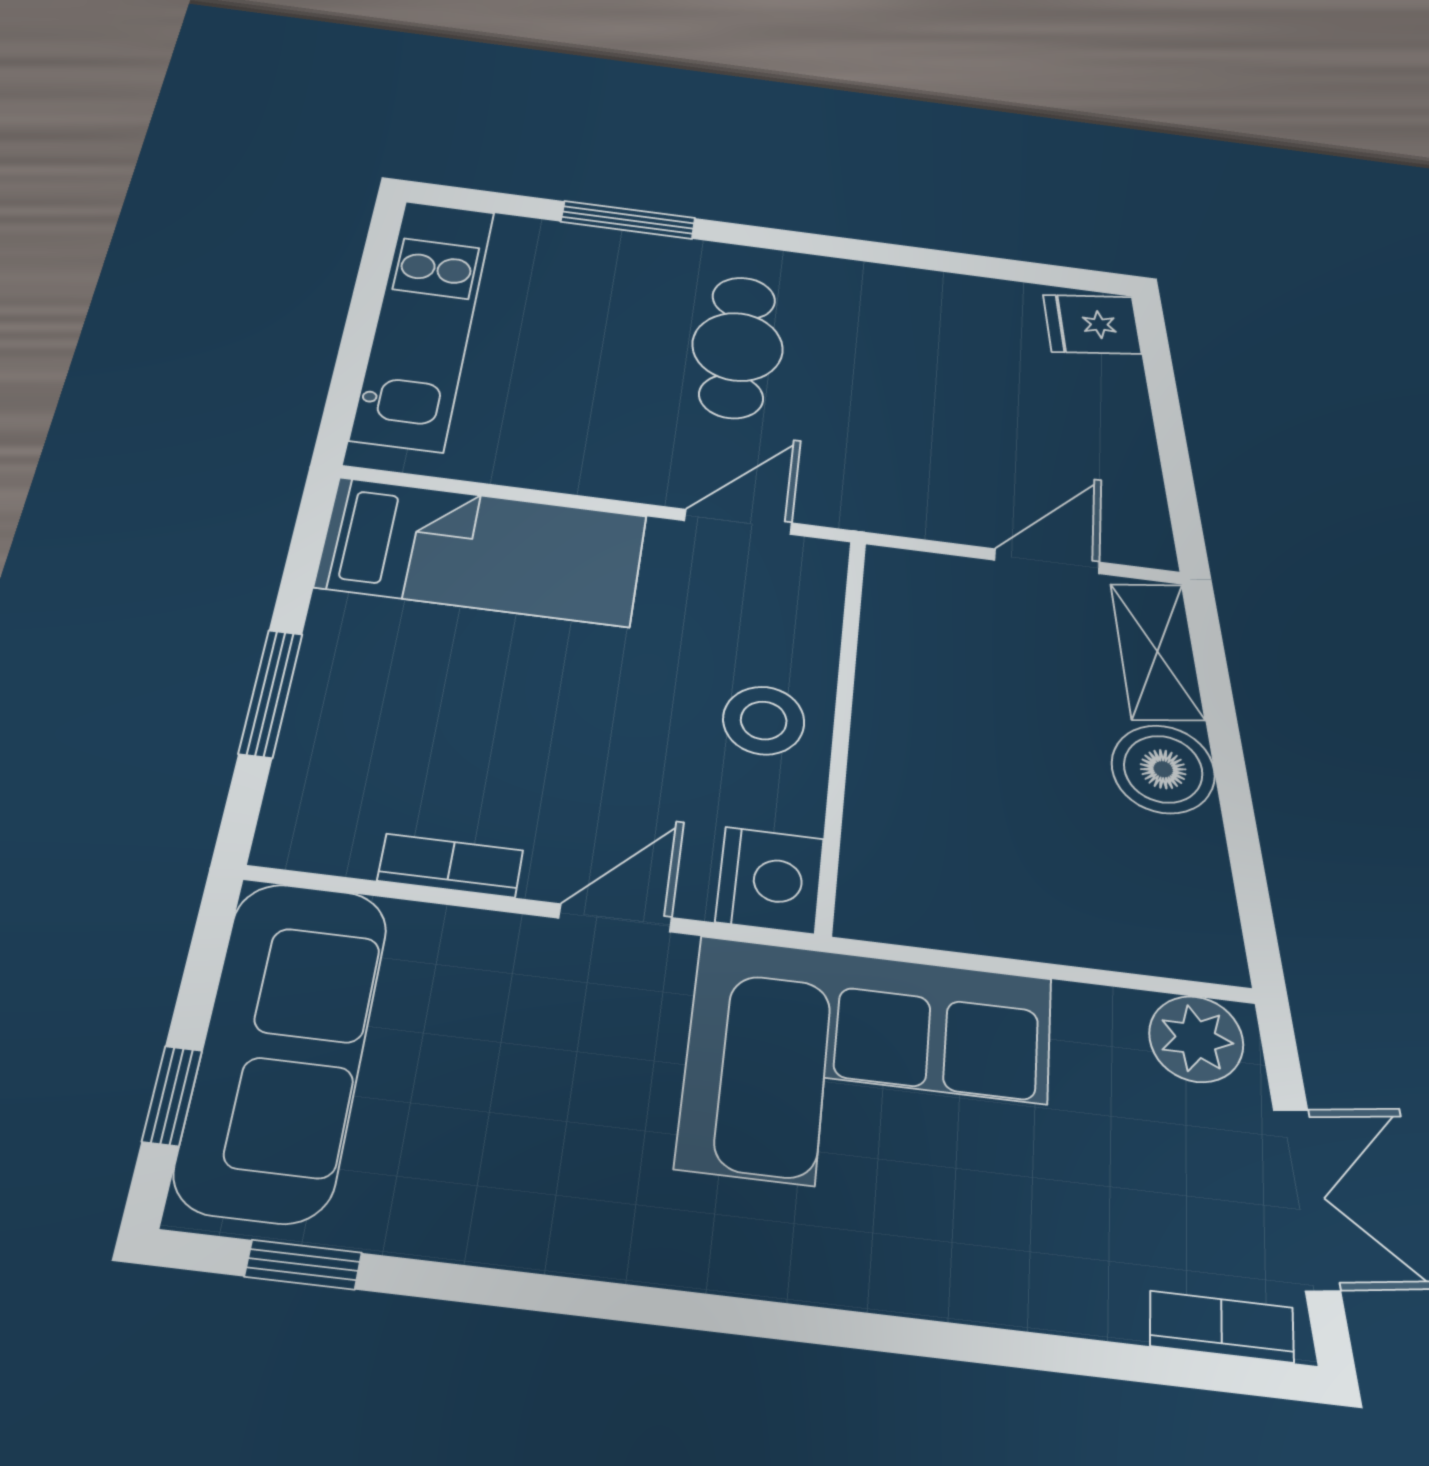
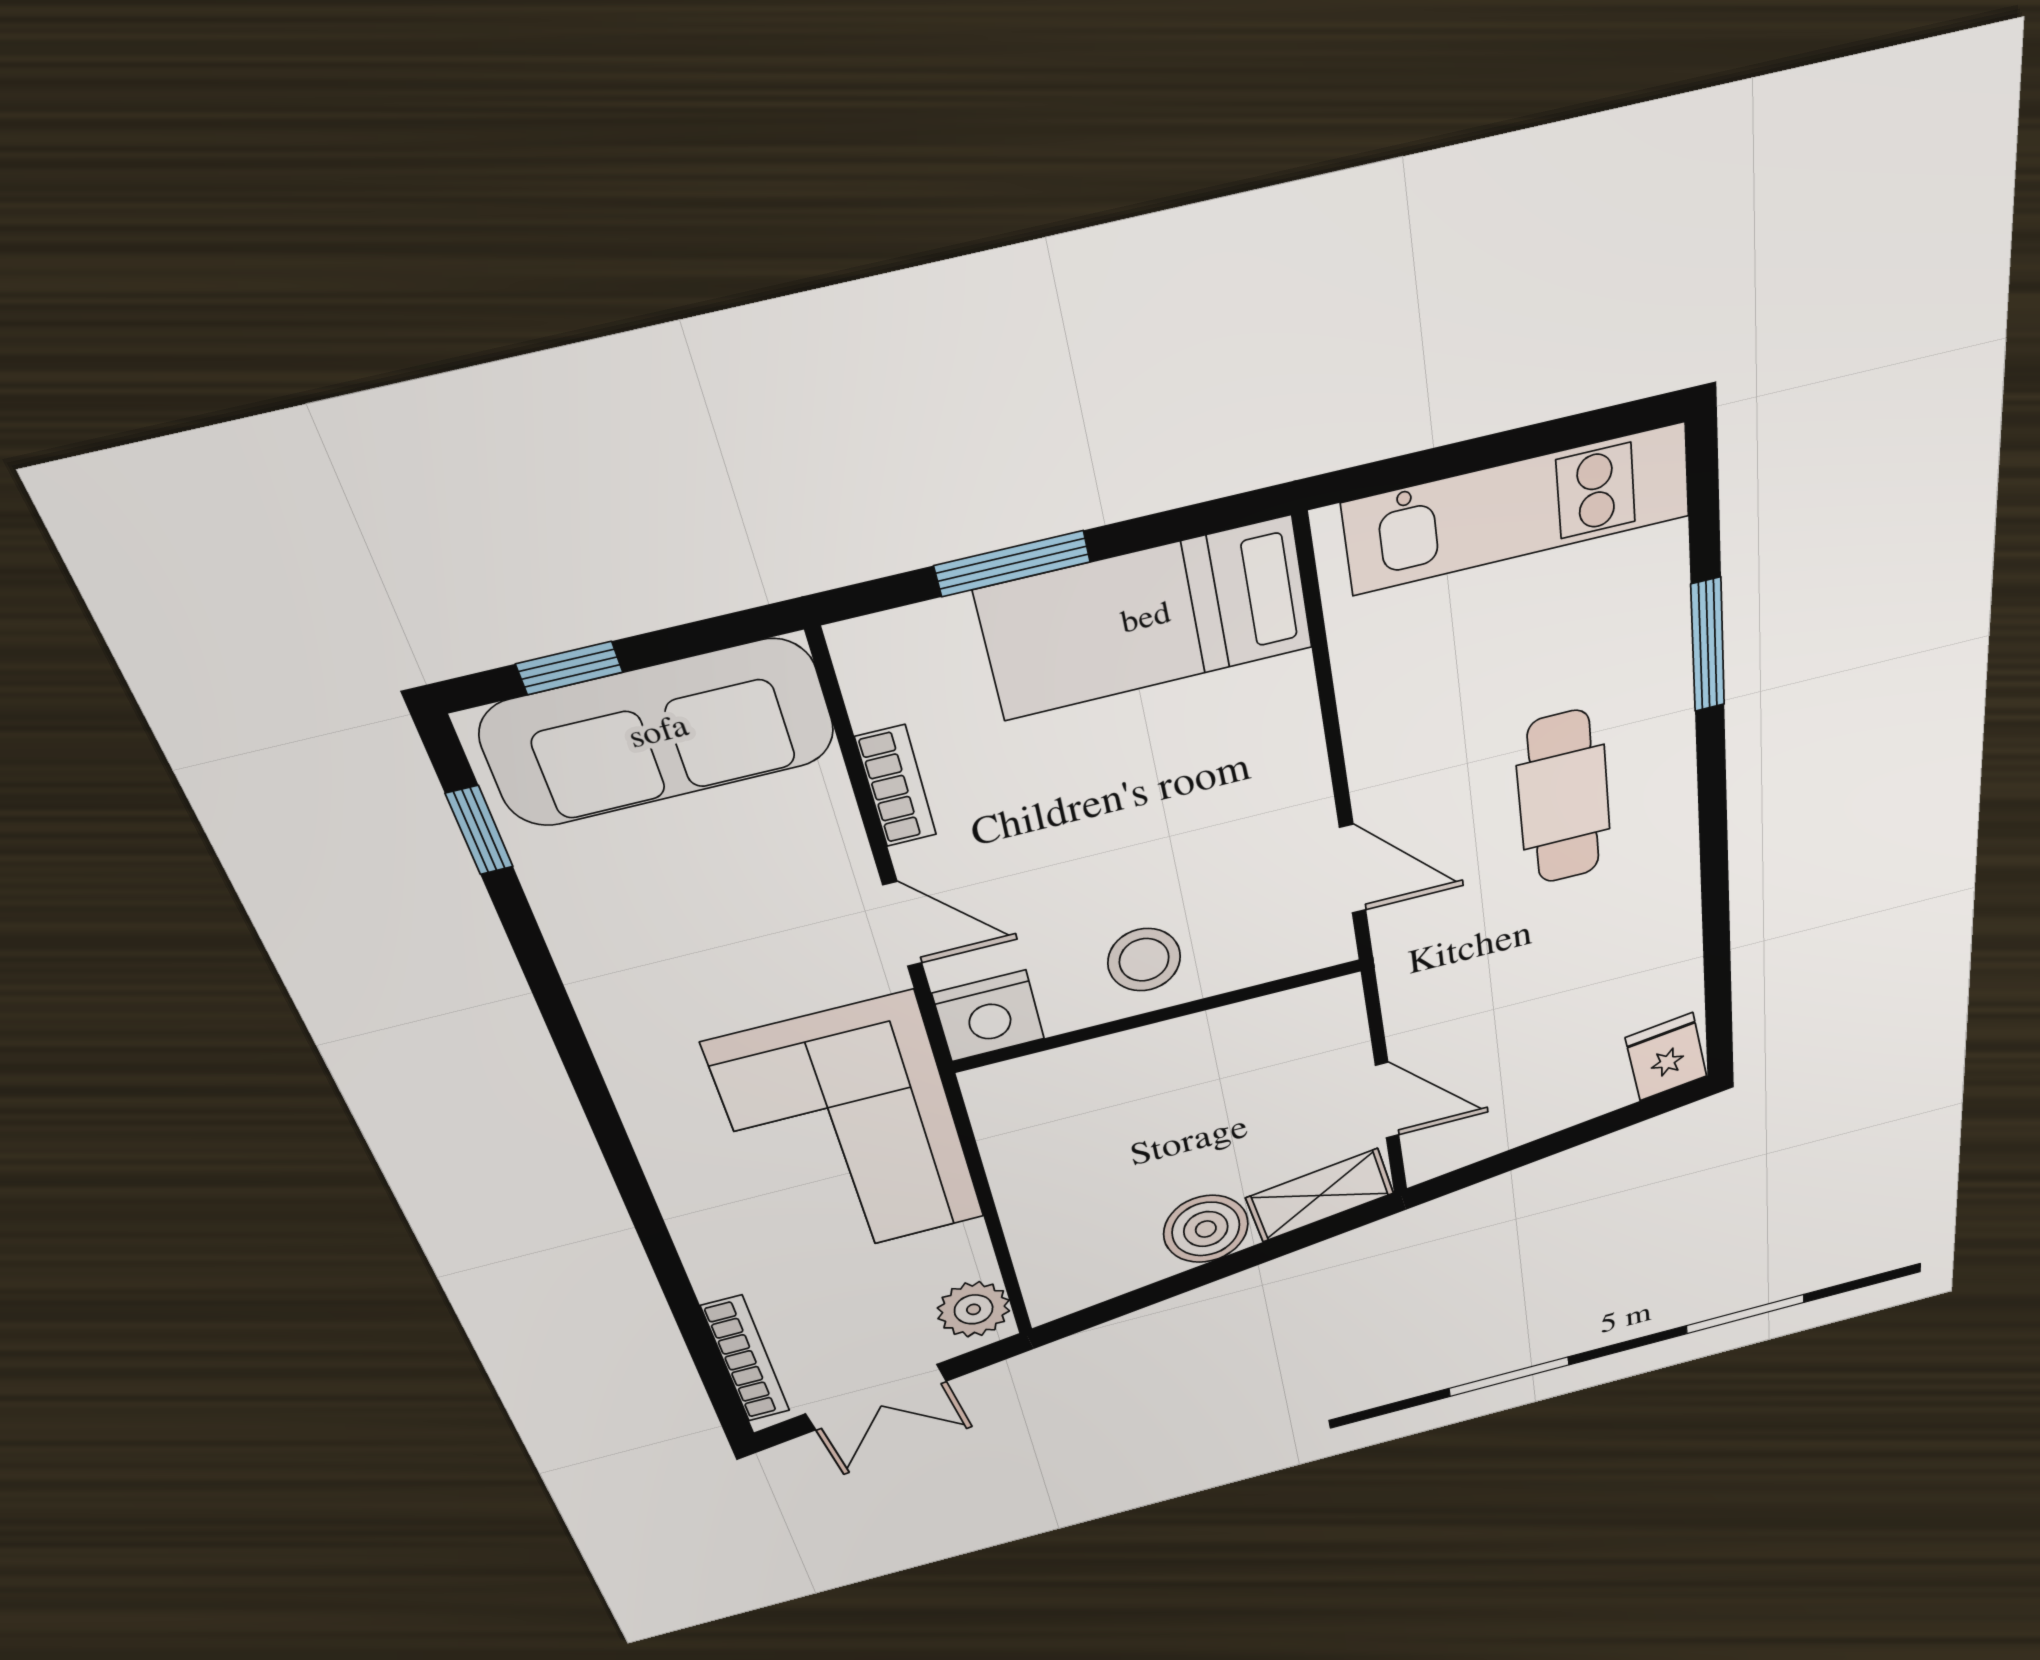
cafe table: (738, 347) -> (1564, 798), turned 90
bed: (483, 551) -> (1146, 619), moved, turned 90
bookcase: (1222, 1327) -> (746, 1359), width x1.56

